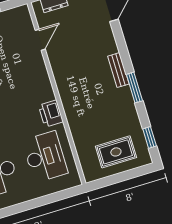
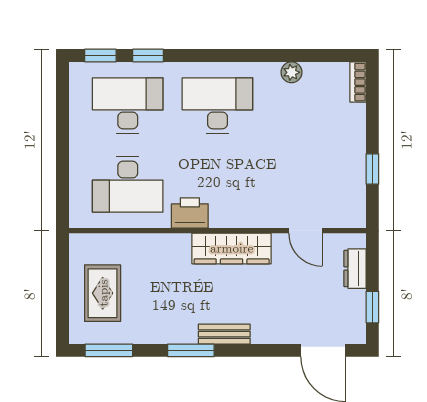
wardrobe: (65, 82) -> (232, 248), added
window: (150, 137) -> (109, 350), width x1.50

